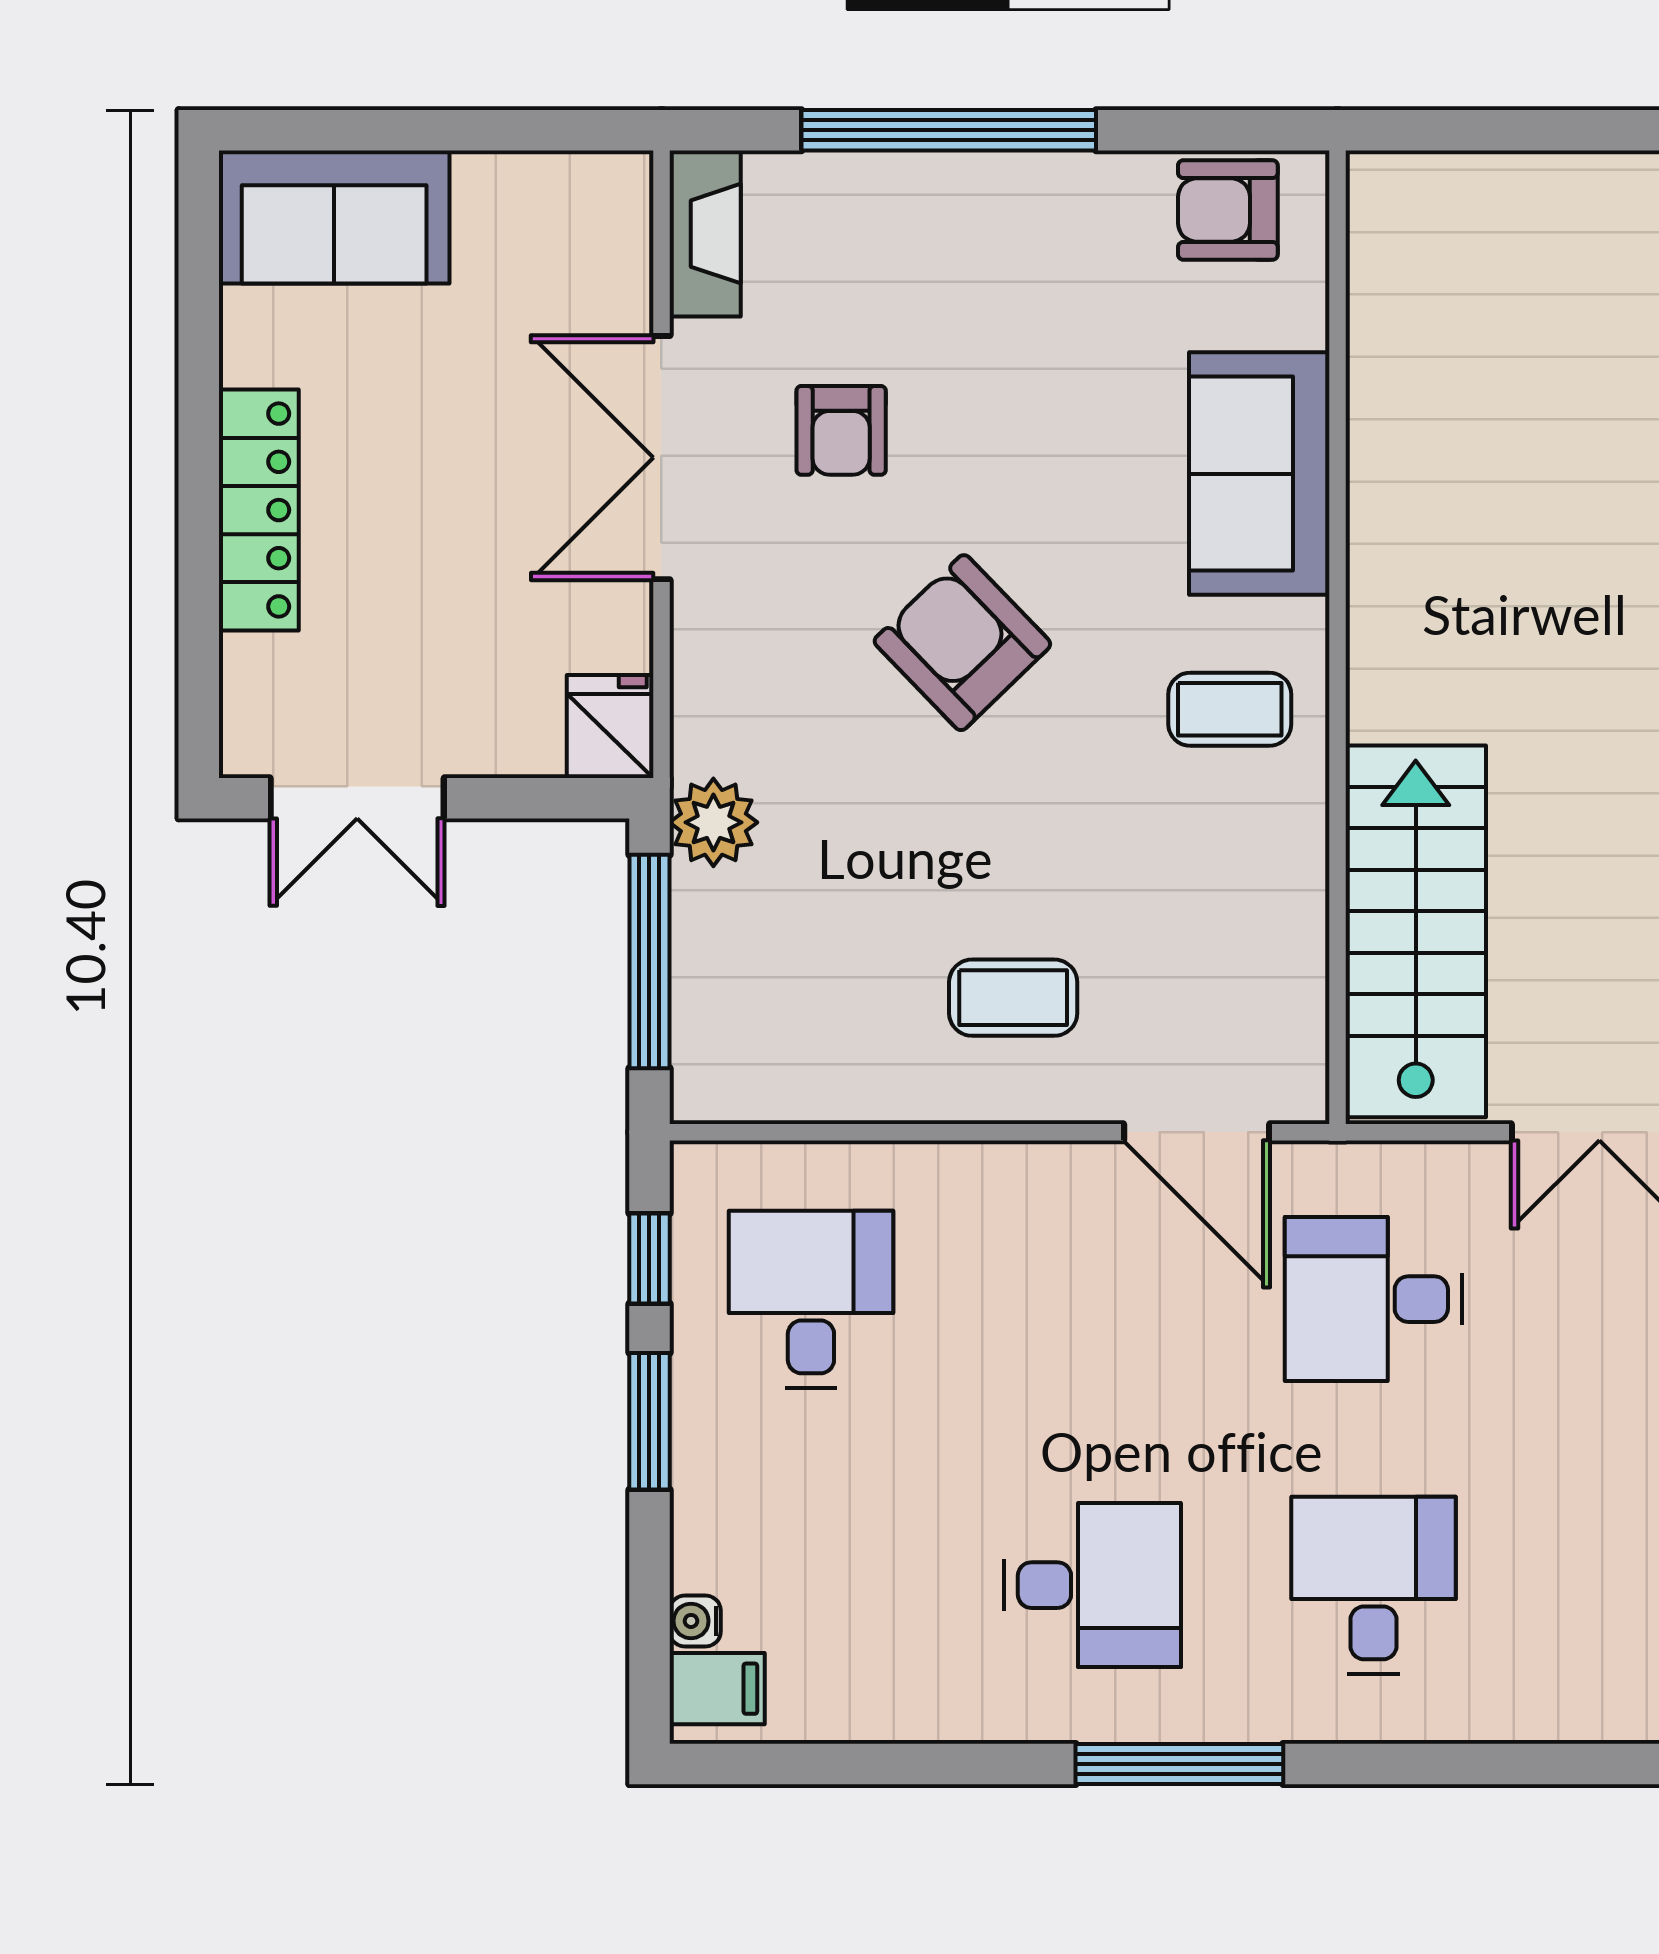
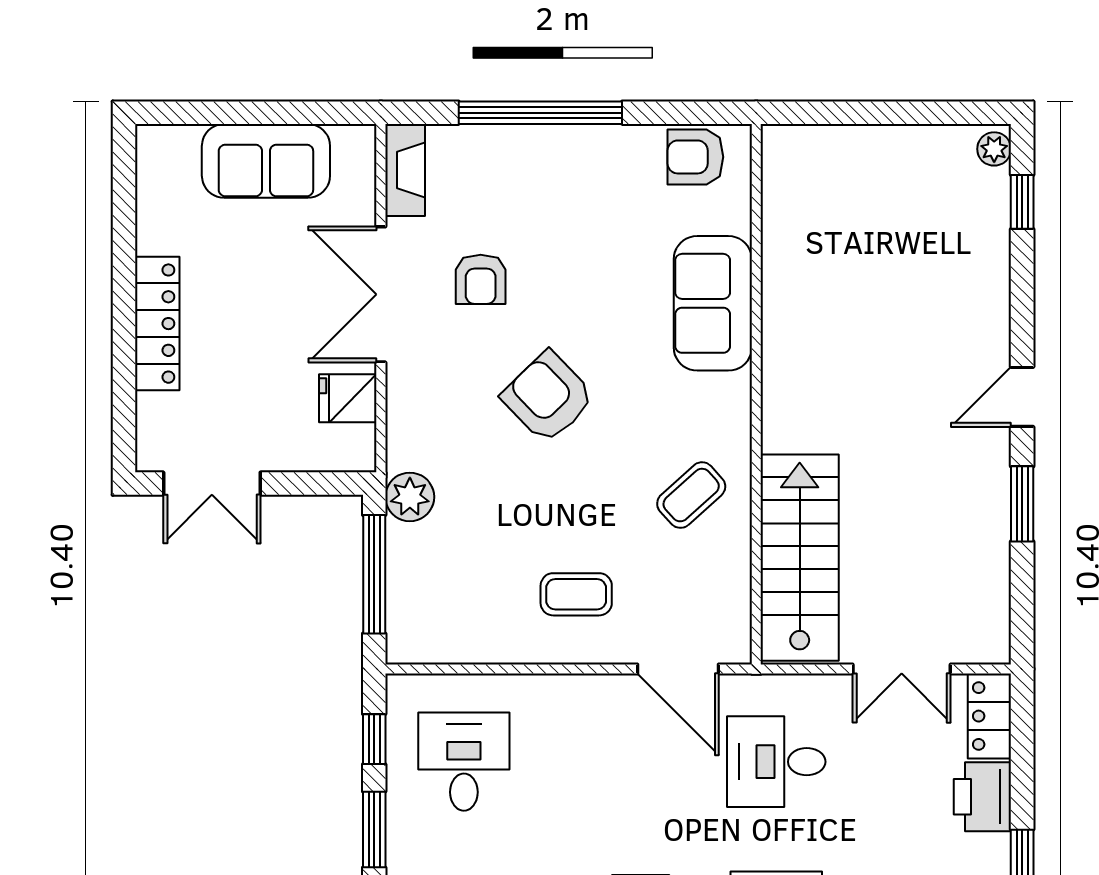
sofa: (334, 217) -> (266, 161), moved
coffee table: (1230, 709) -> (691, 495), moved, turned -42
fridge: (610, 727) -> (348, 398), moved, turned -90

